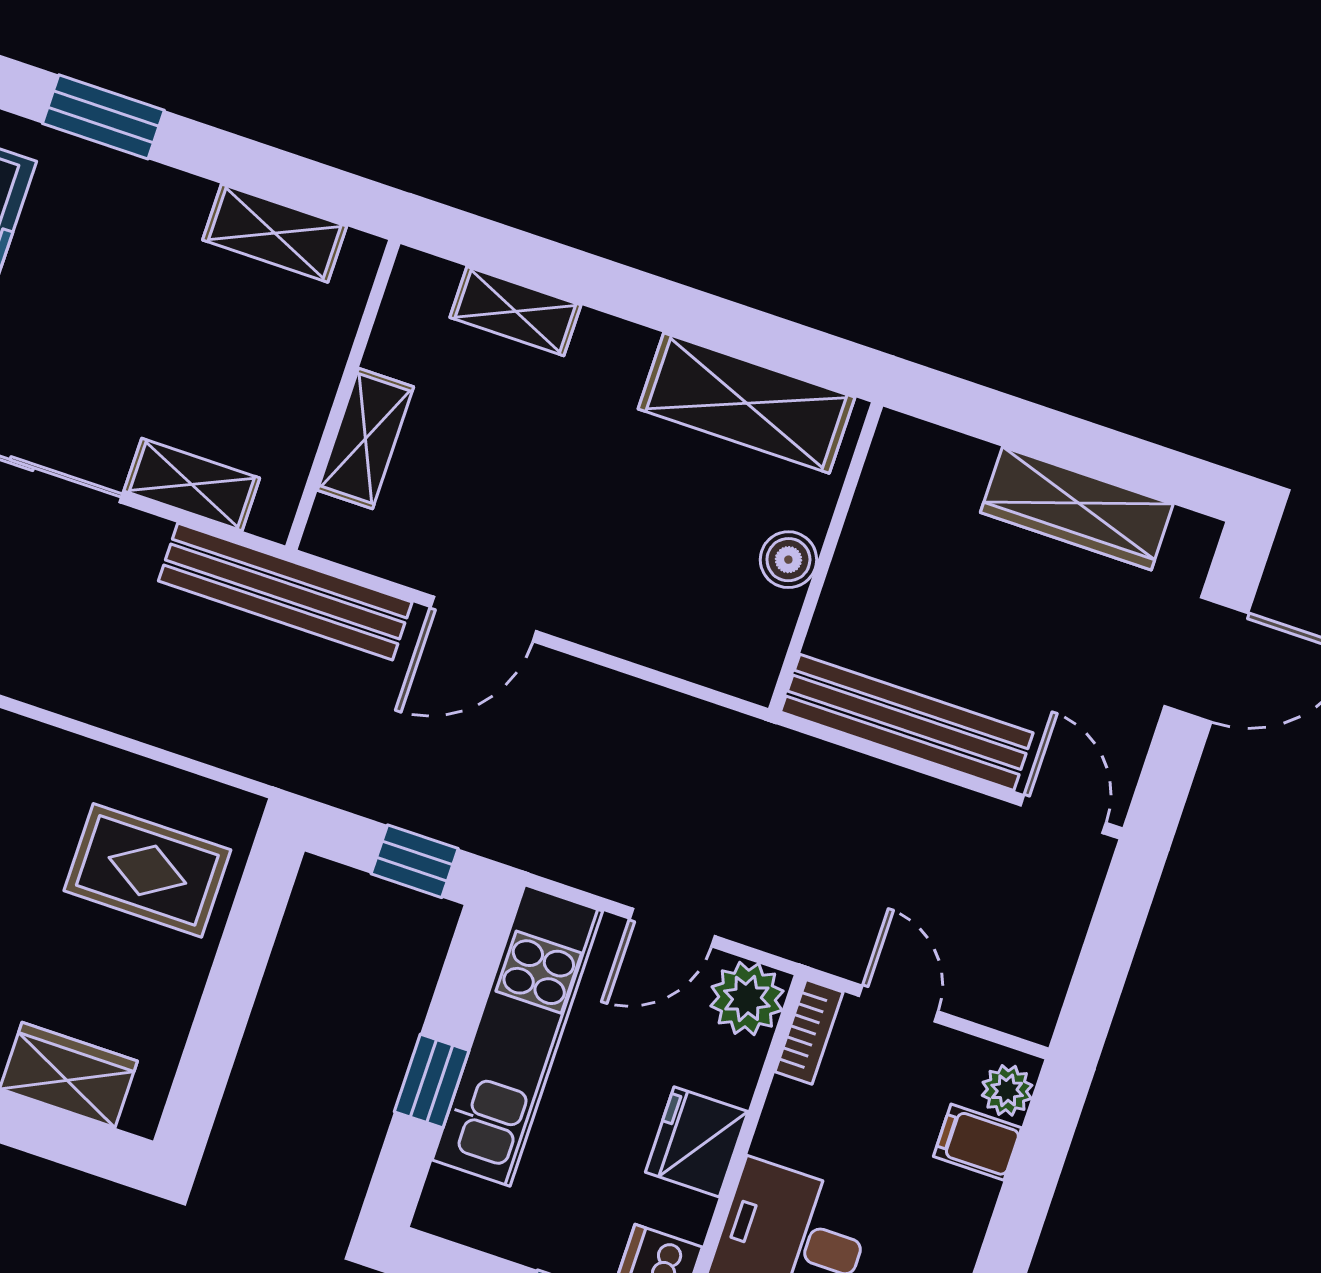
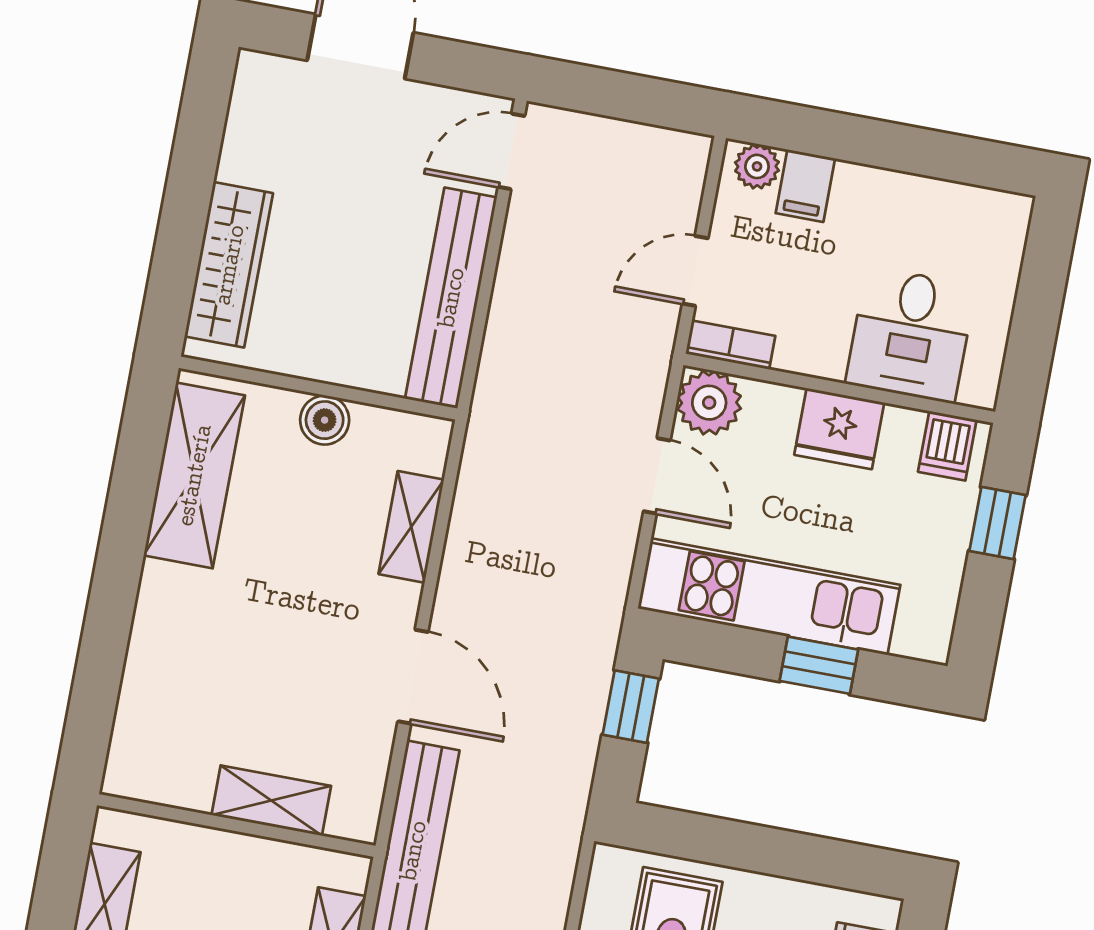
shelving: (515, 311) -> (411, 527), moved
wardrobe: (1077, 508) -> (229, 265), moved

